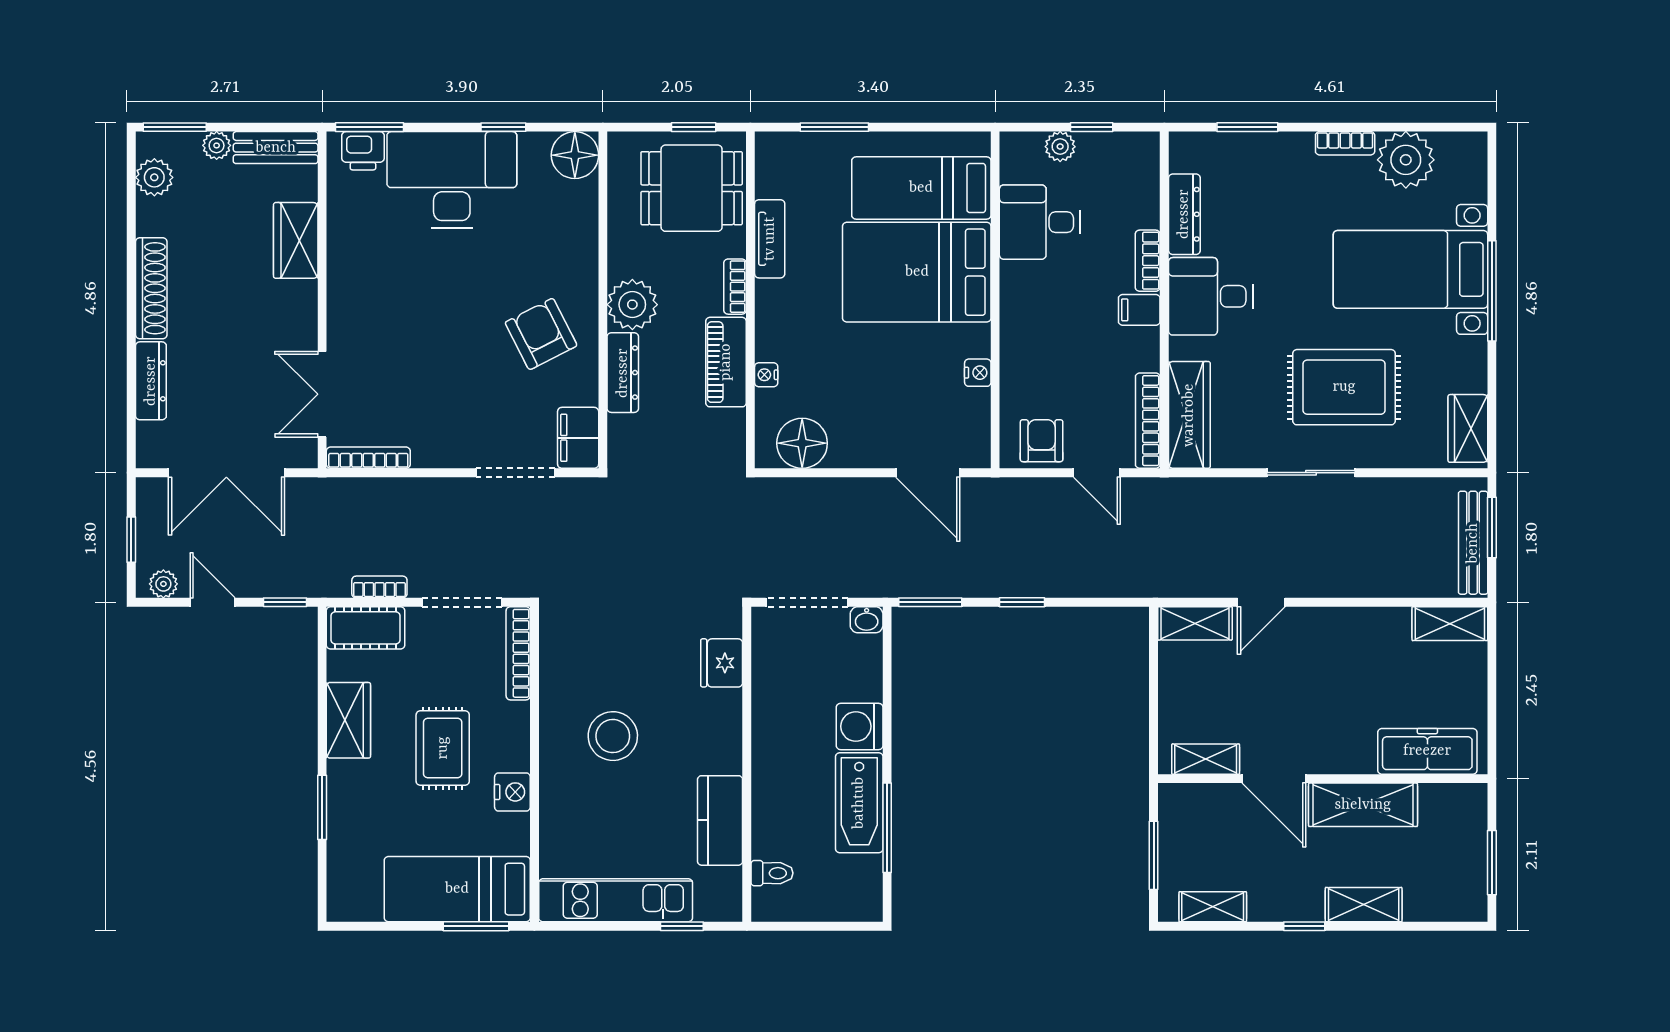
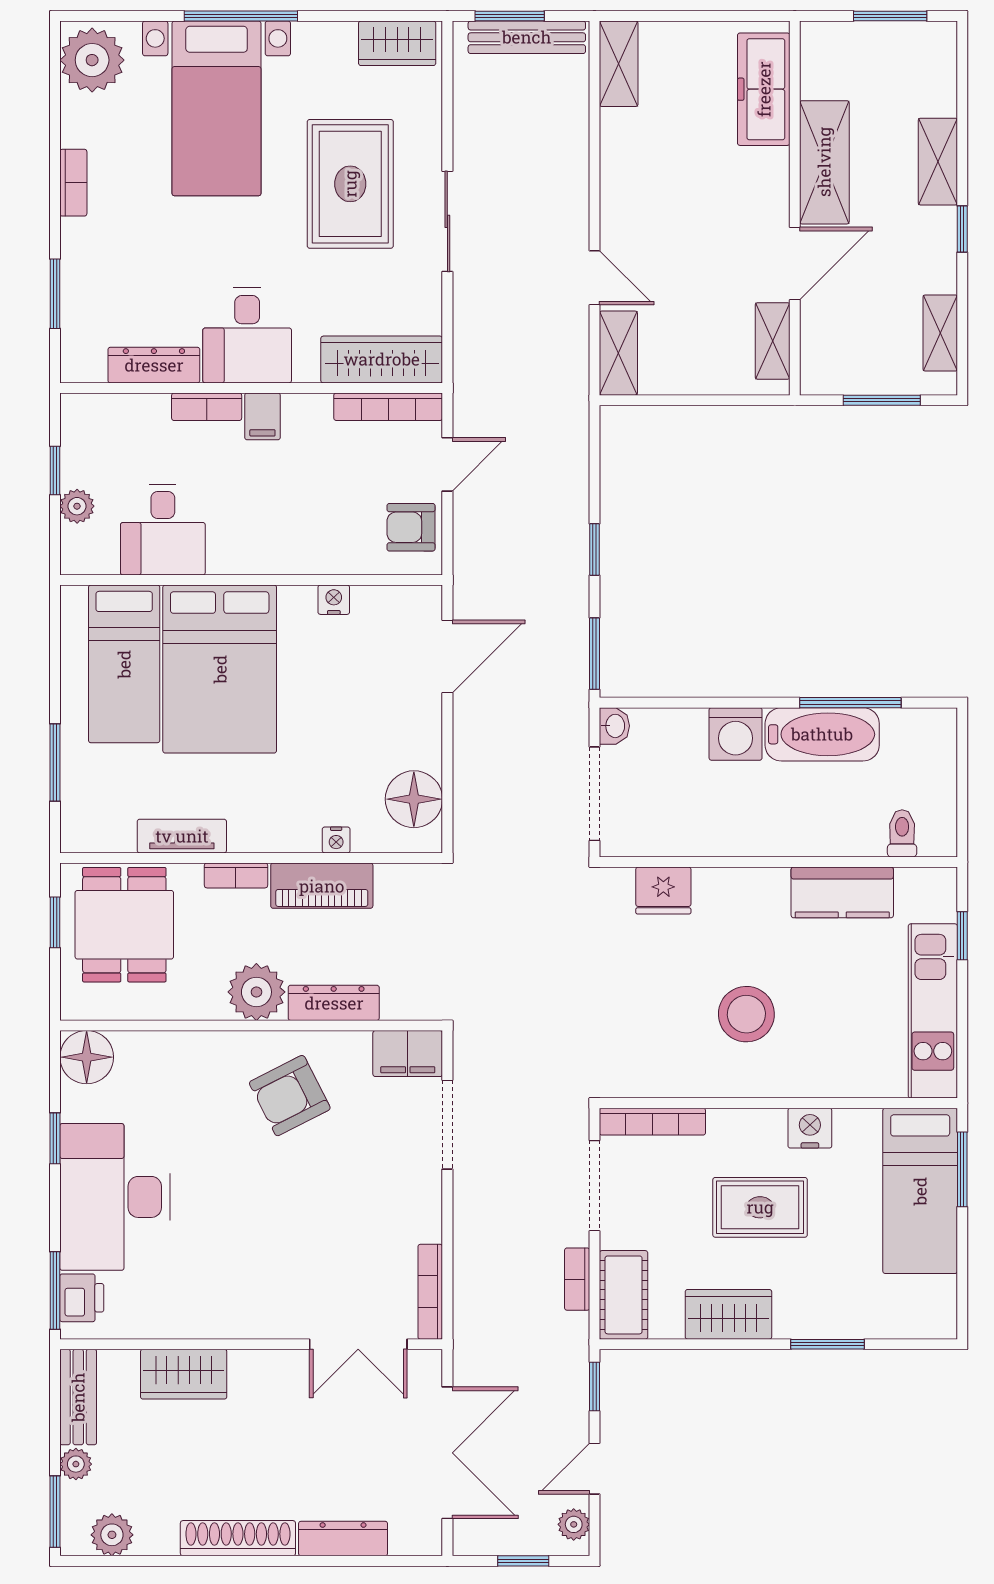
plant: (1406, 160) -> (92, 60), moved

